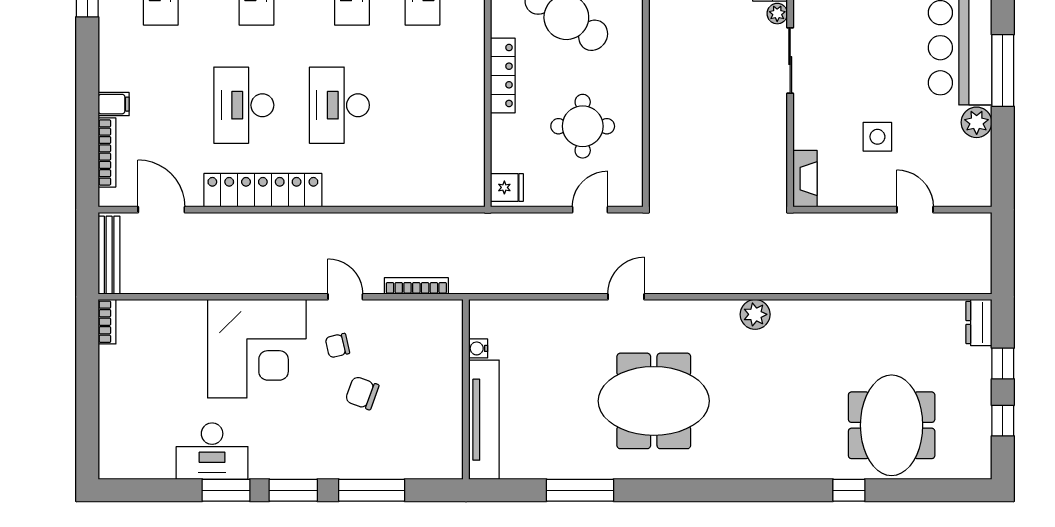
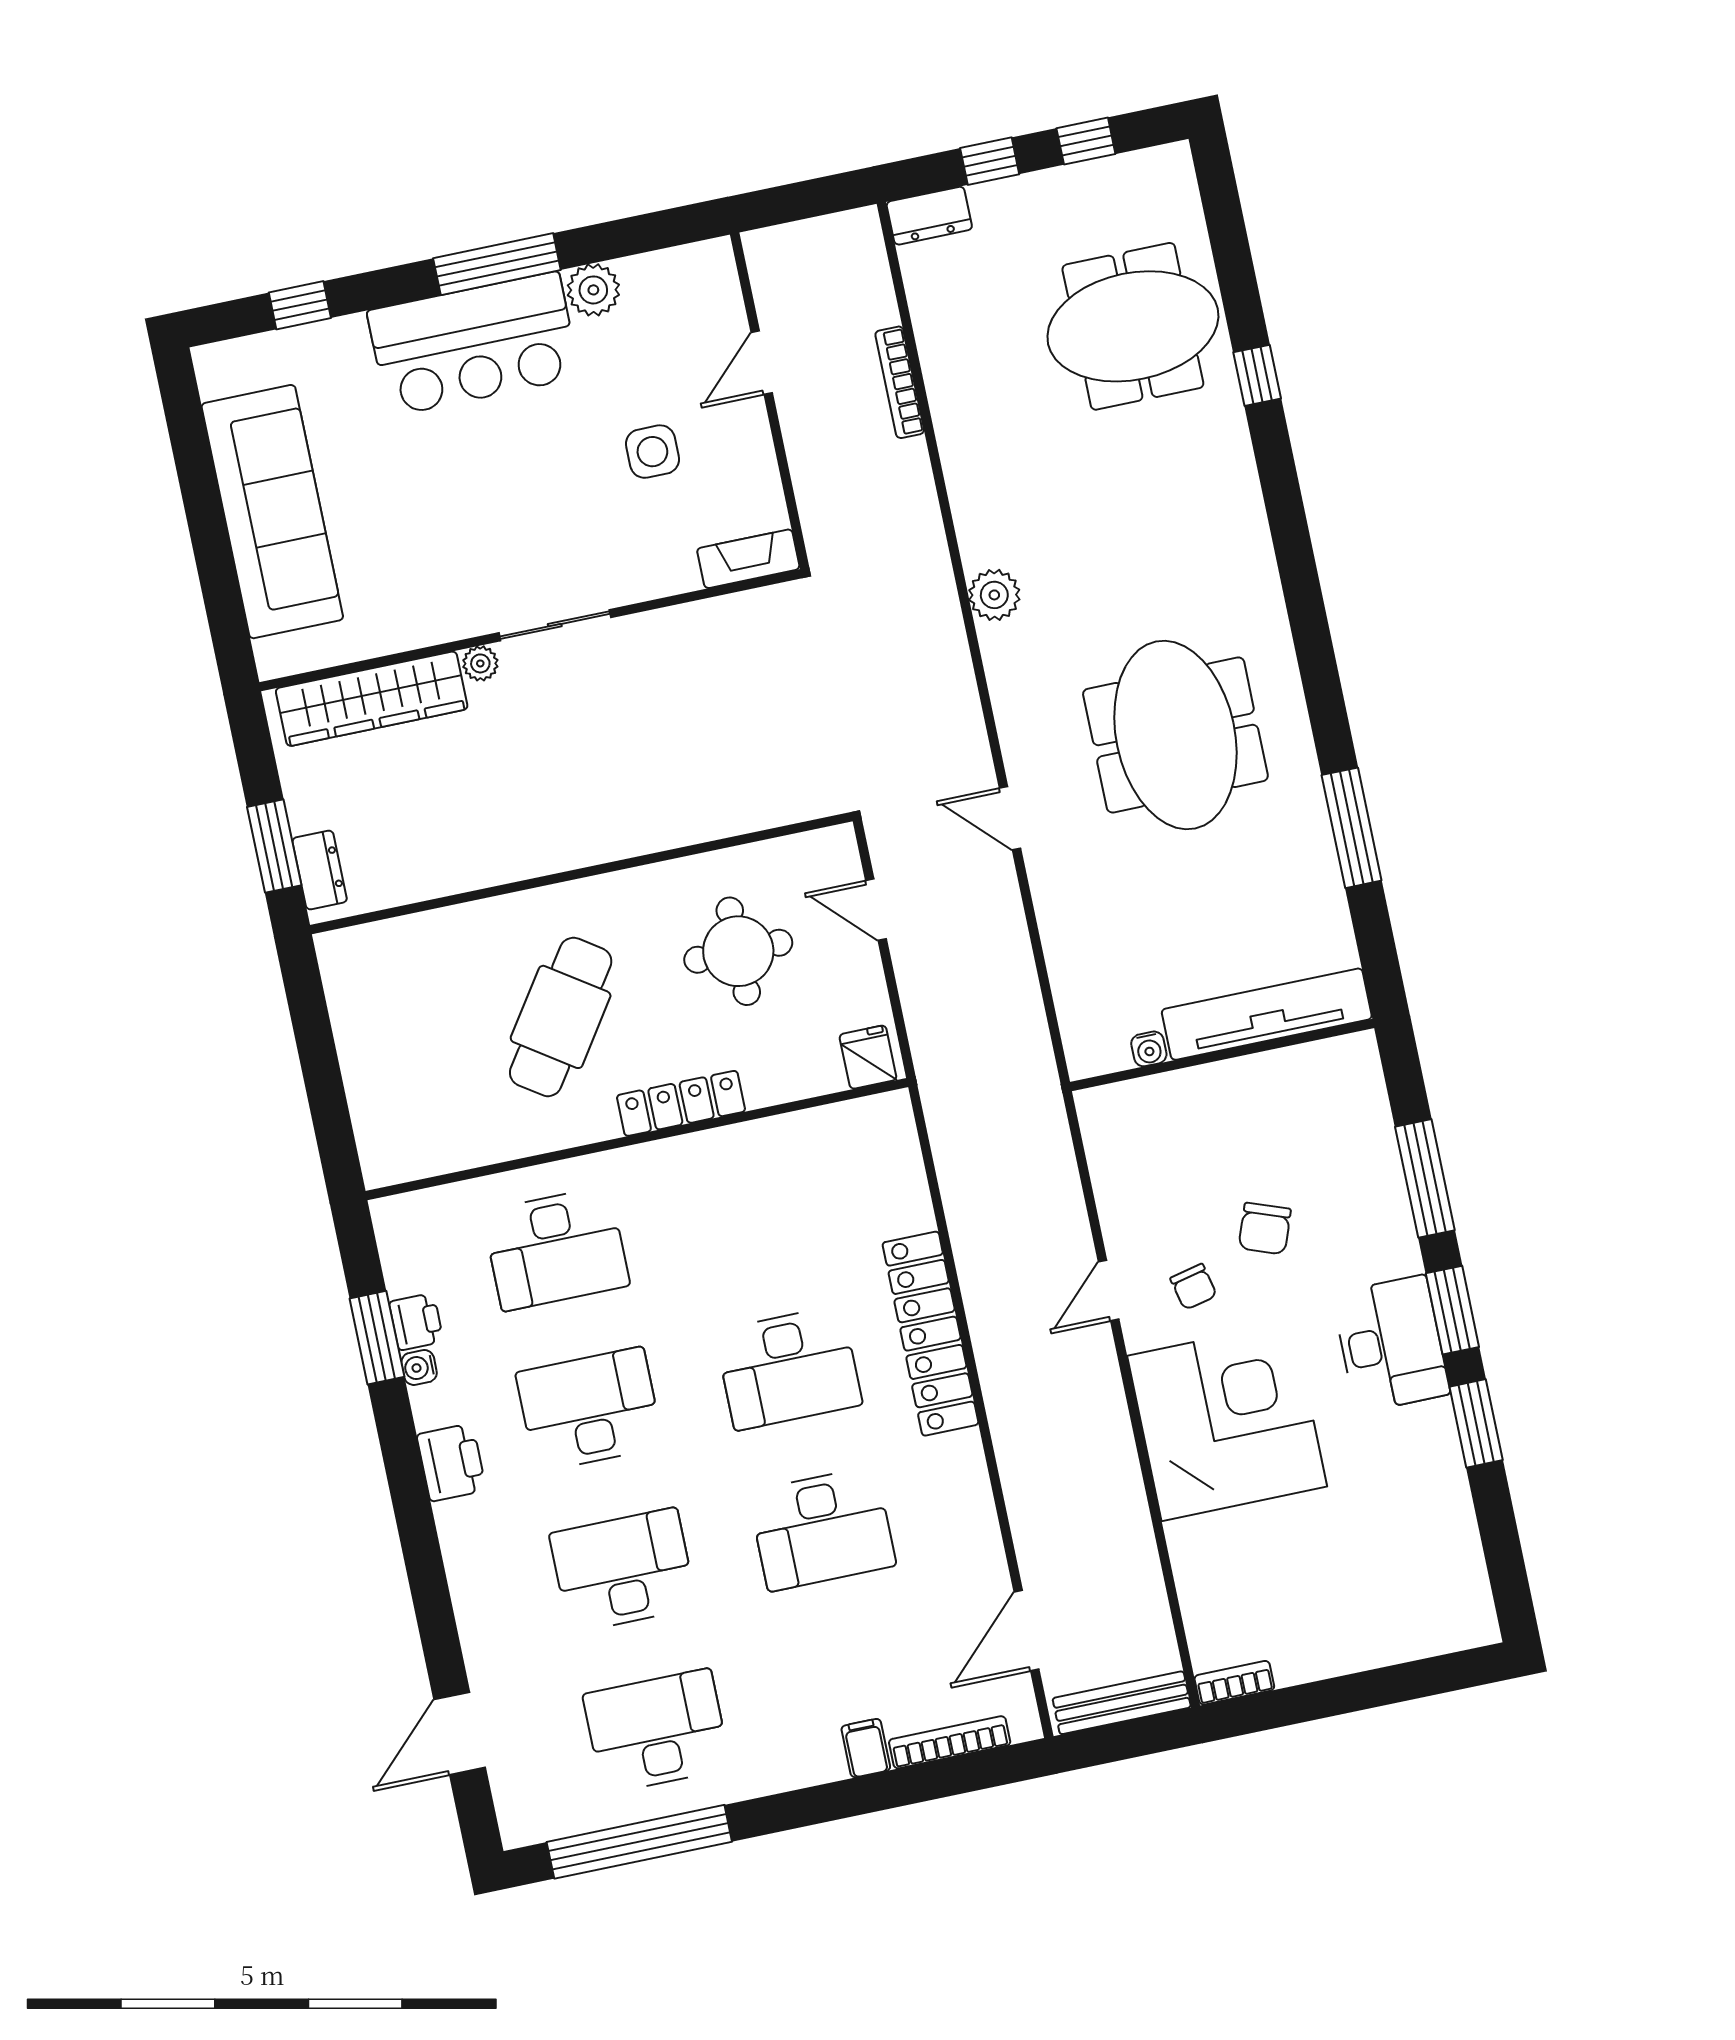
locker: (263, 190) -> (930, 1334), moved
bookcase: (416, 286) -> (900, 382), moved
desk: (212, 451) -> (1391, 1344), moved

